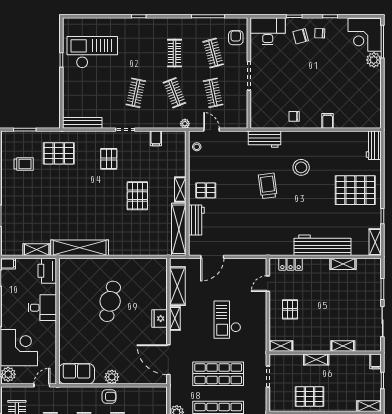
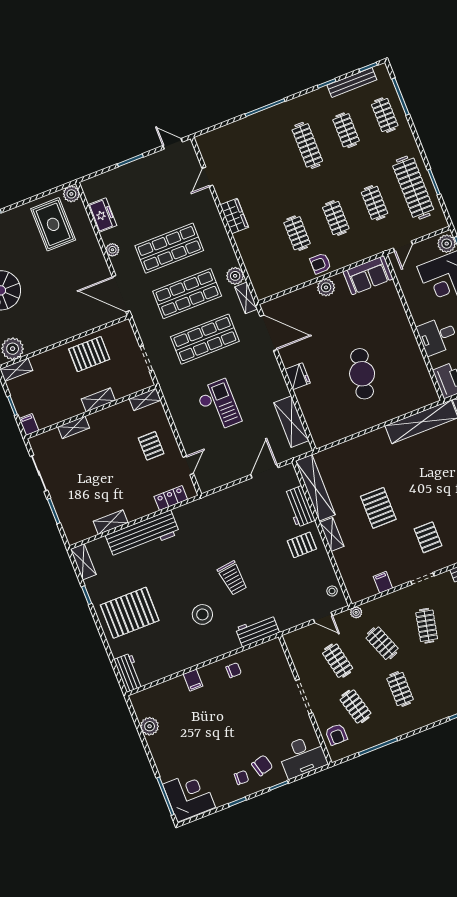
plant: (374, 60) -> (150, 726), moved
shelving: (175, 318) -> (246, 298), moved

